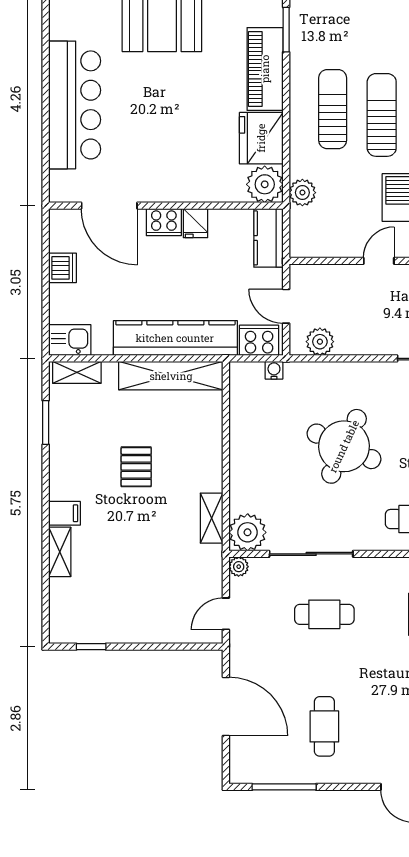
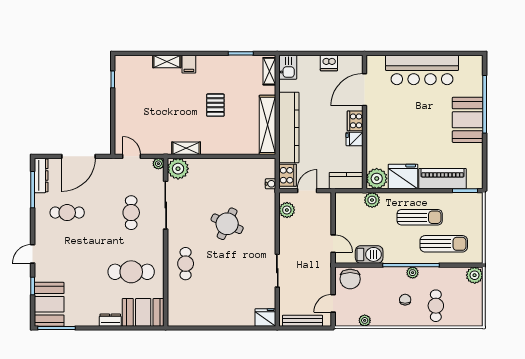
sun lounger: (382, 115) -> (444, 244), moved
round table: (344, 446) -> (227, 224), width x0.73, depth x0.73
pallet: (136, 467) -> (215, 105), turned 90
dresser: (259, 772) -> (41, 175), added

